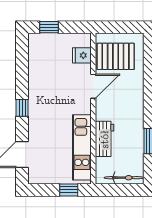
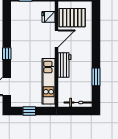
workbench: (105, 139) -> (64, 65), moved
window: (69, 190) -> (29, 111), moved

